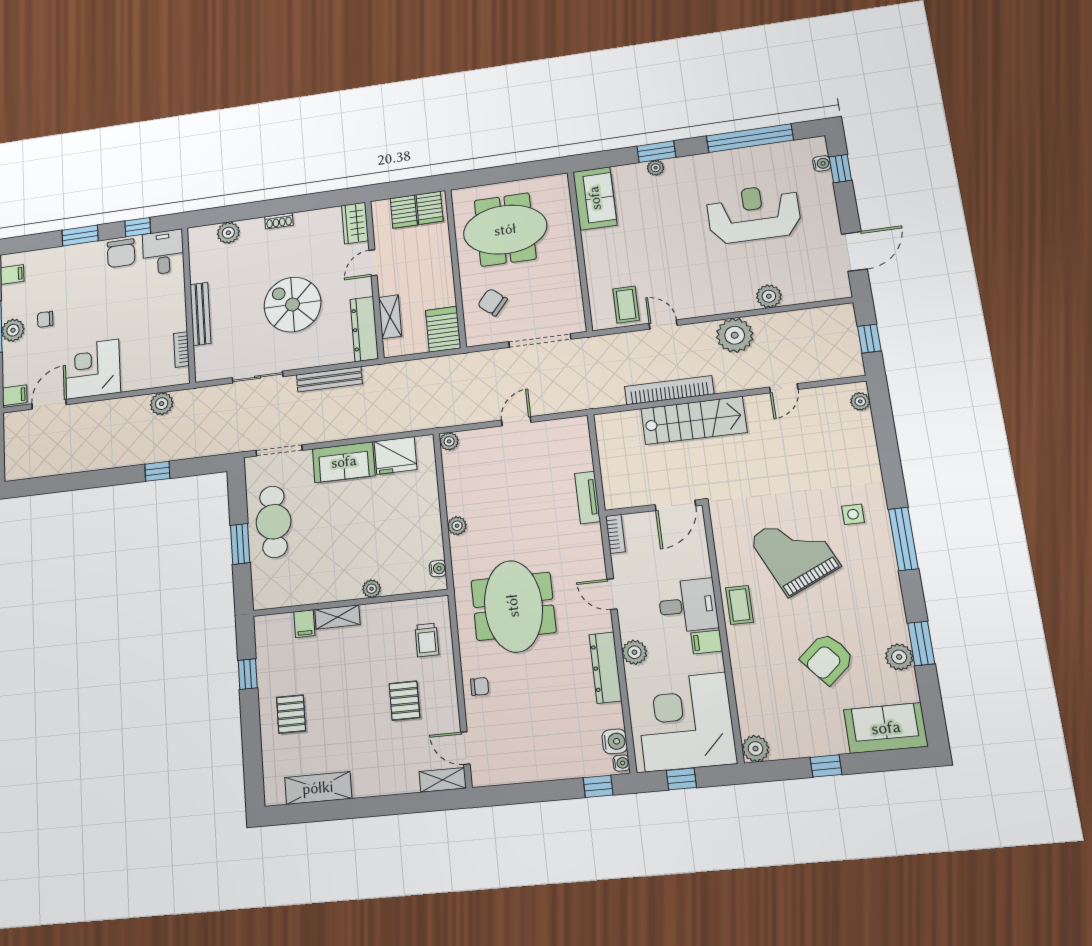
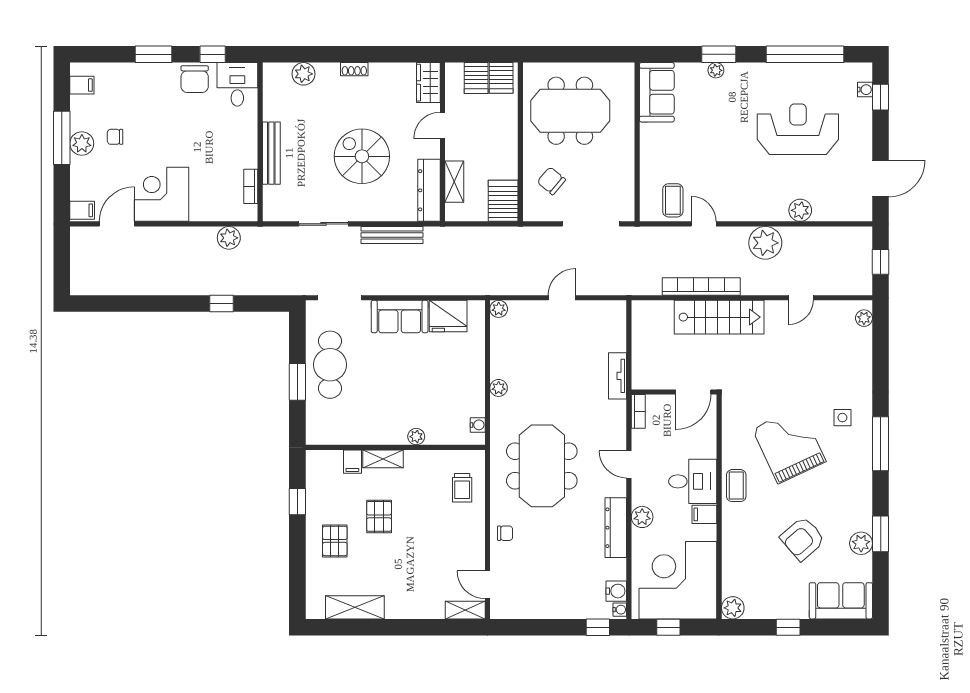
pallet: (404, 701) -> (379, 516), moved

